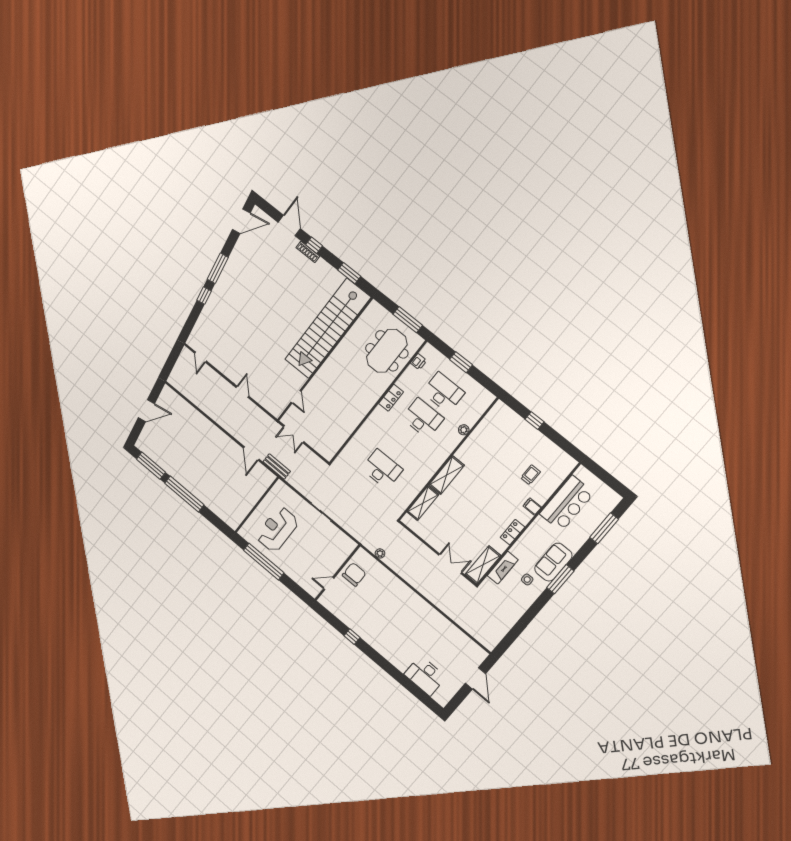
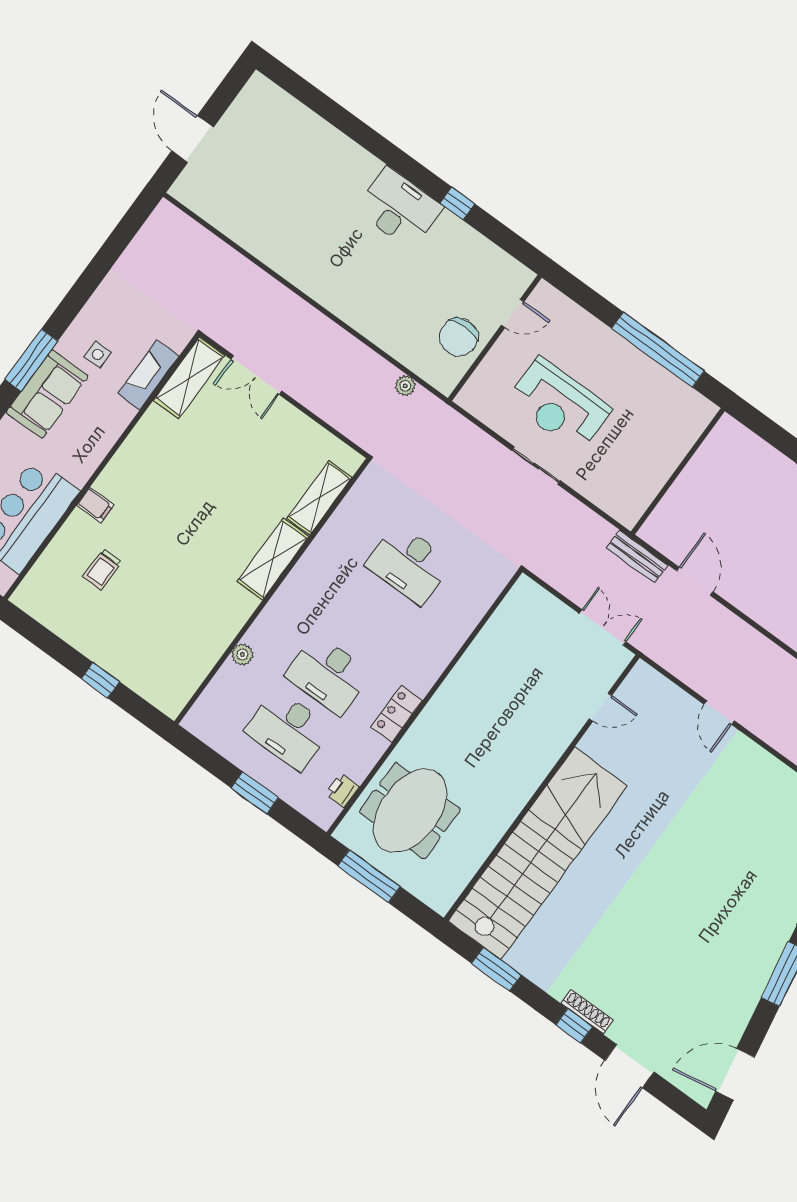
door: (296, 397) -> (600, 707), swing flipped
reception desk: (277, 529) -> (559, 405), moved, turned 90
locker: (513, 532) -> (132, 450), removed
desk: (425, 676) -> (399, 208), moved

